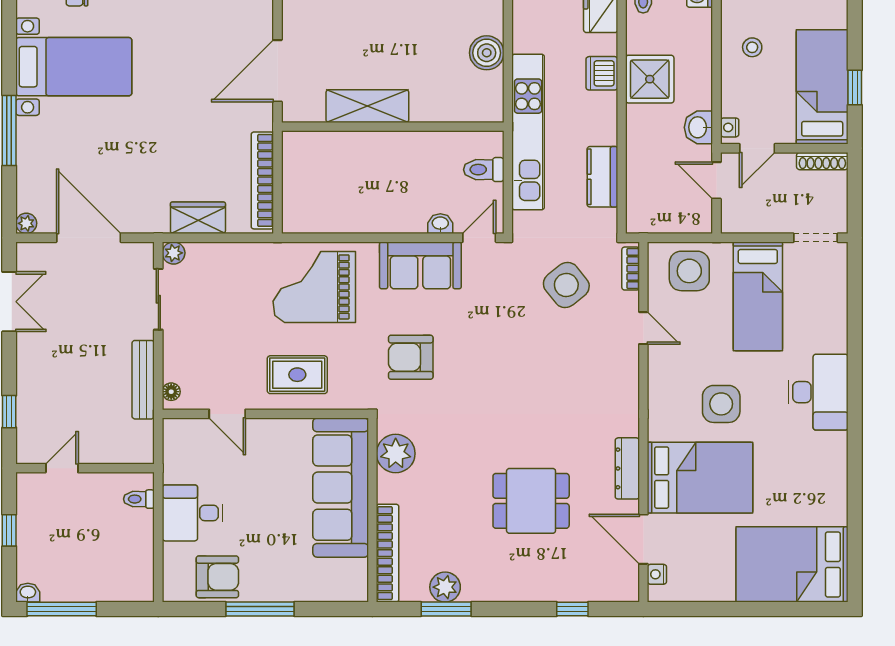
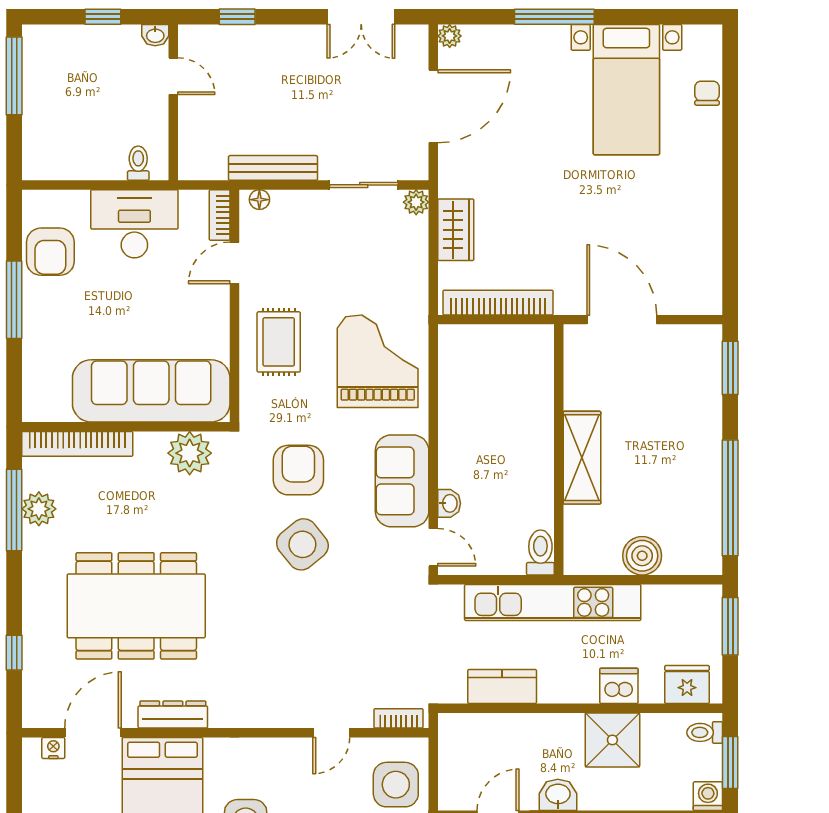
shelving: (367, 106) -> (582, 458), moved
toilet: (484, 170) -> (540, 552), moved
side table: (566, 285) -> (302, 544), moved
bookcase: (185, 427) -> (220, 215), added
dining table: (531, 501) -> (136, 606), width x1.88, depth x1.24
desk: (193, 513) -> (134, 224), width x1.37
washbasin: (28, 593) -> (155, 35), moved, turned 90
window: (446, 609) -> (14, 510), width x1.44

